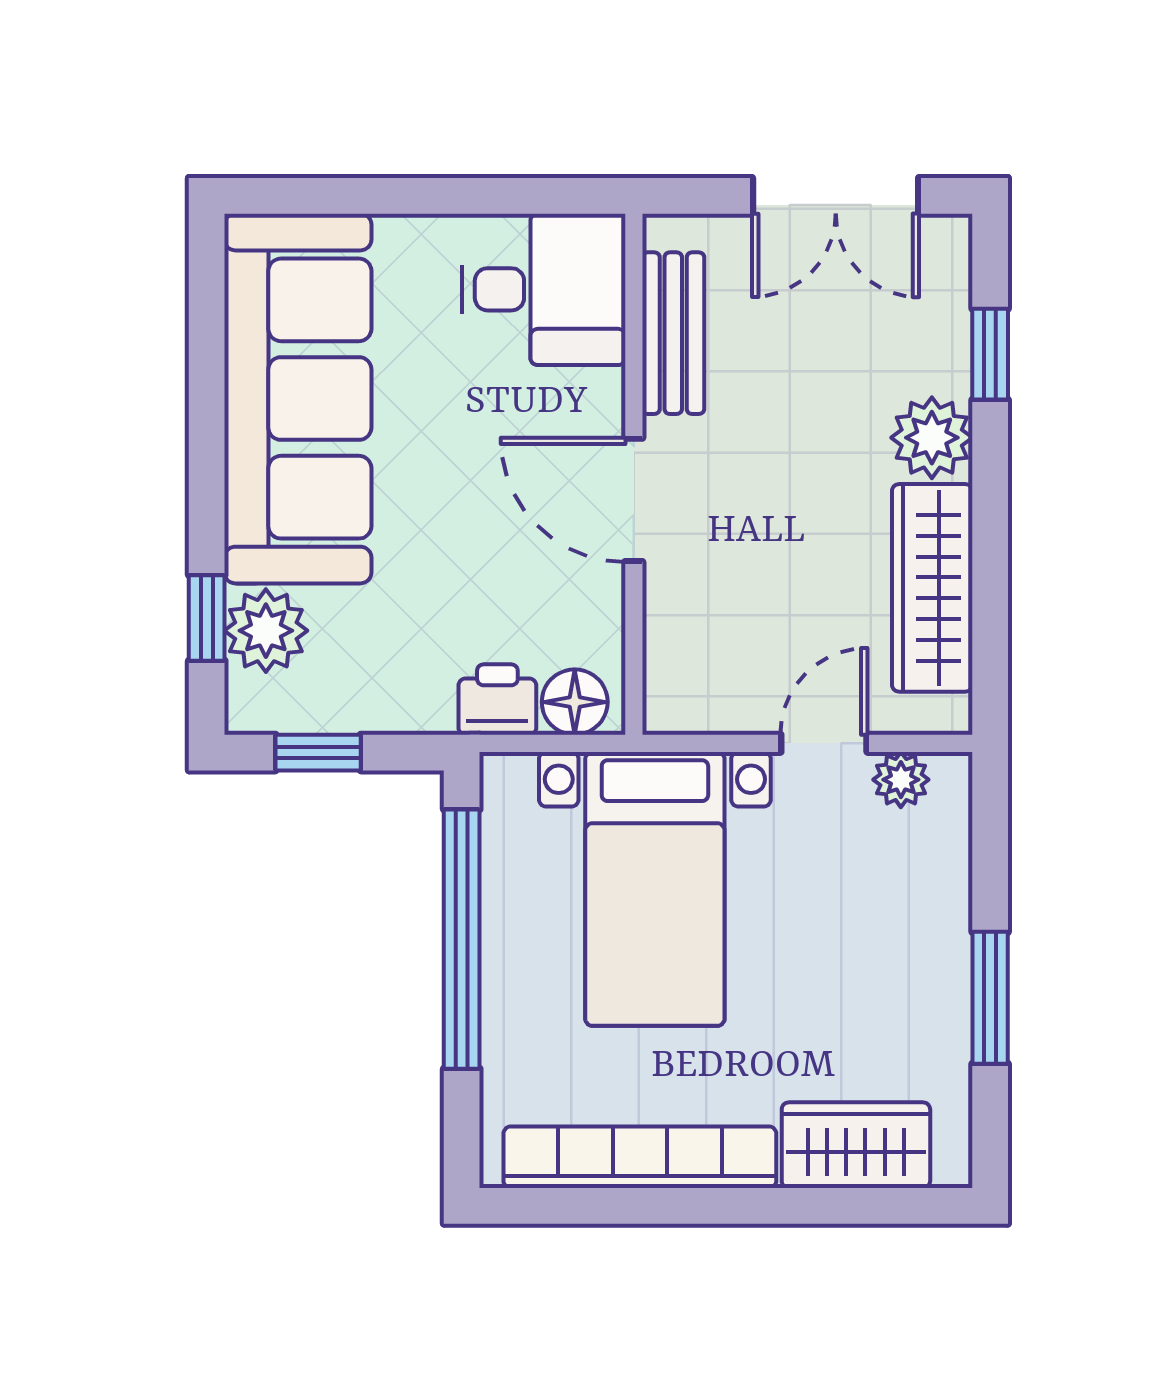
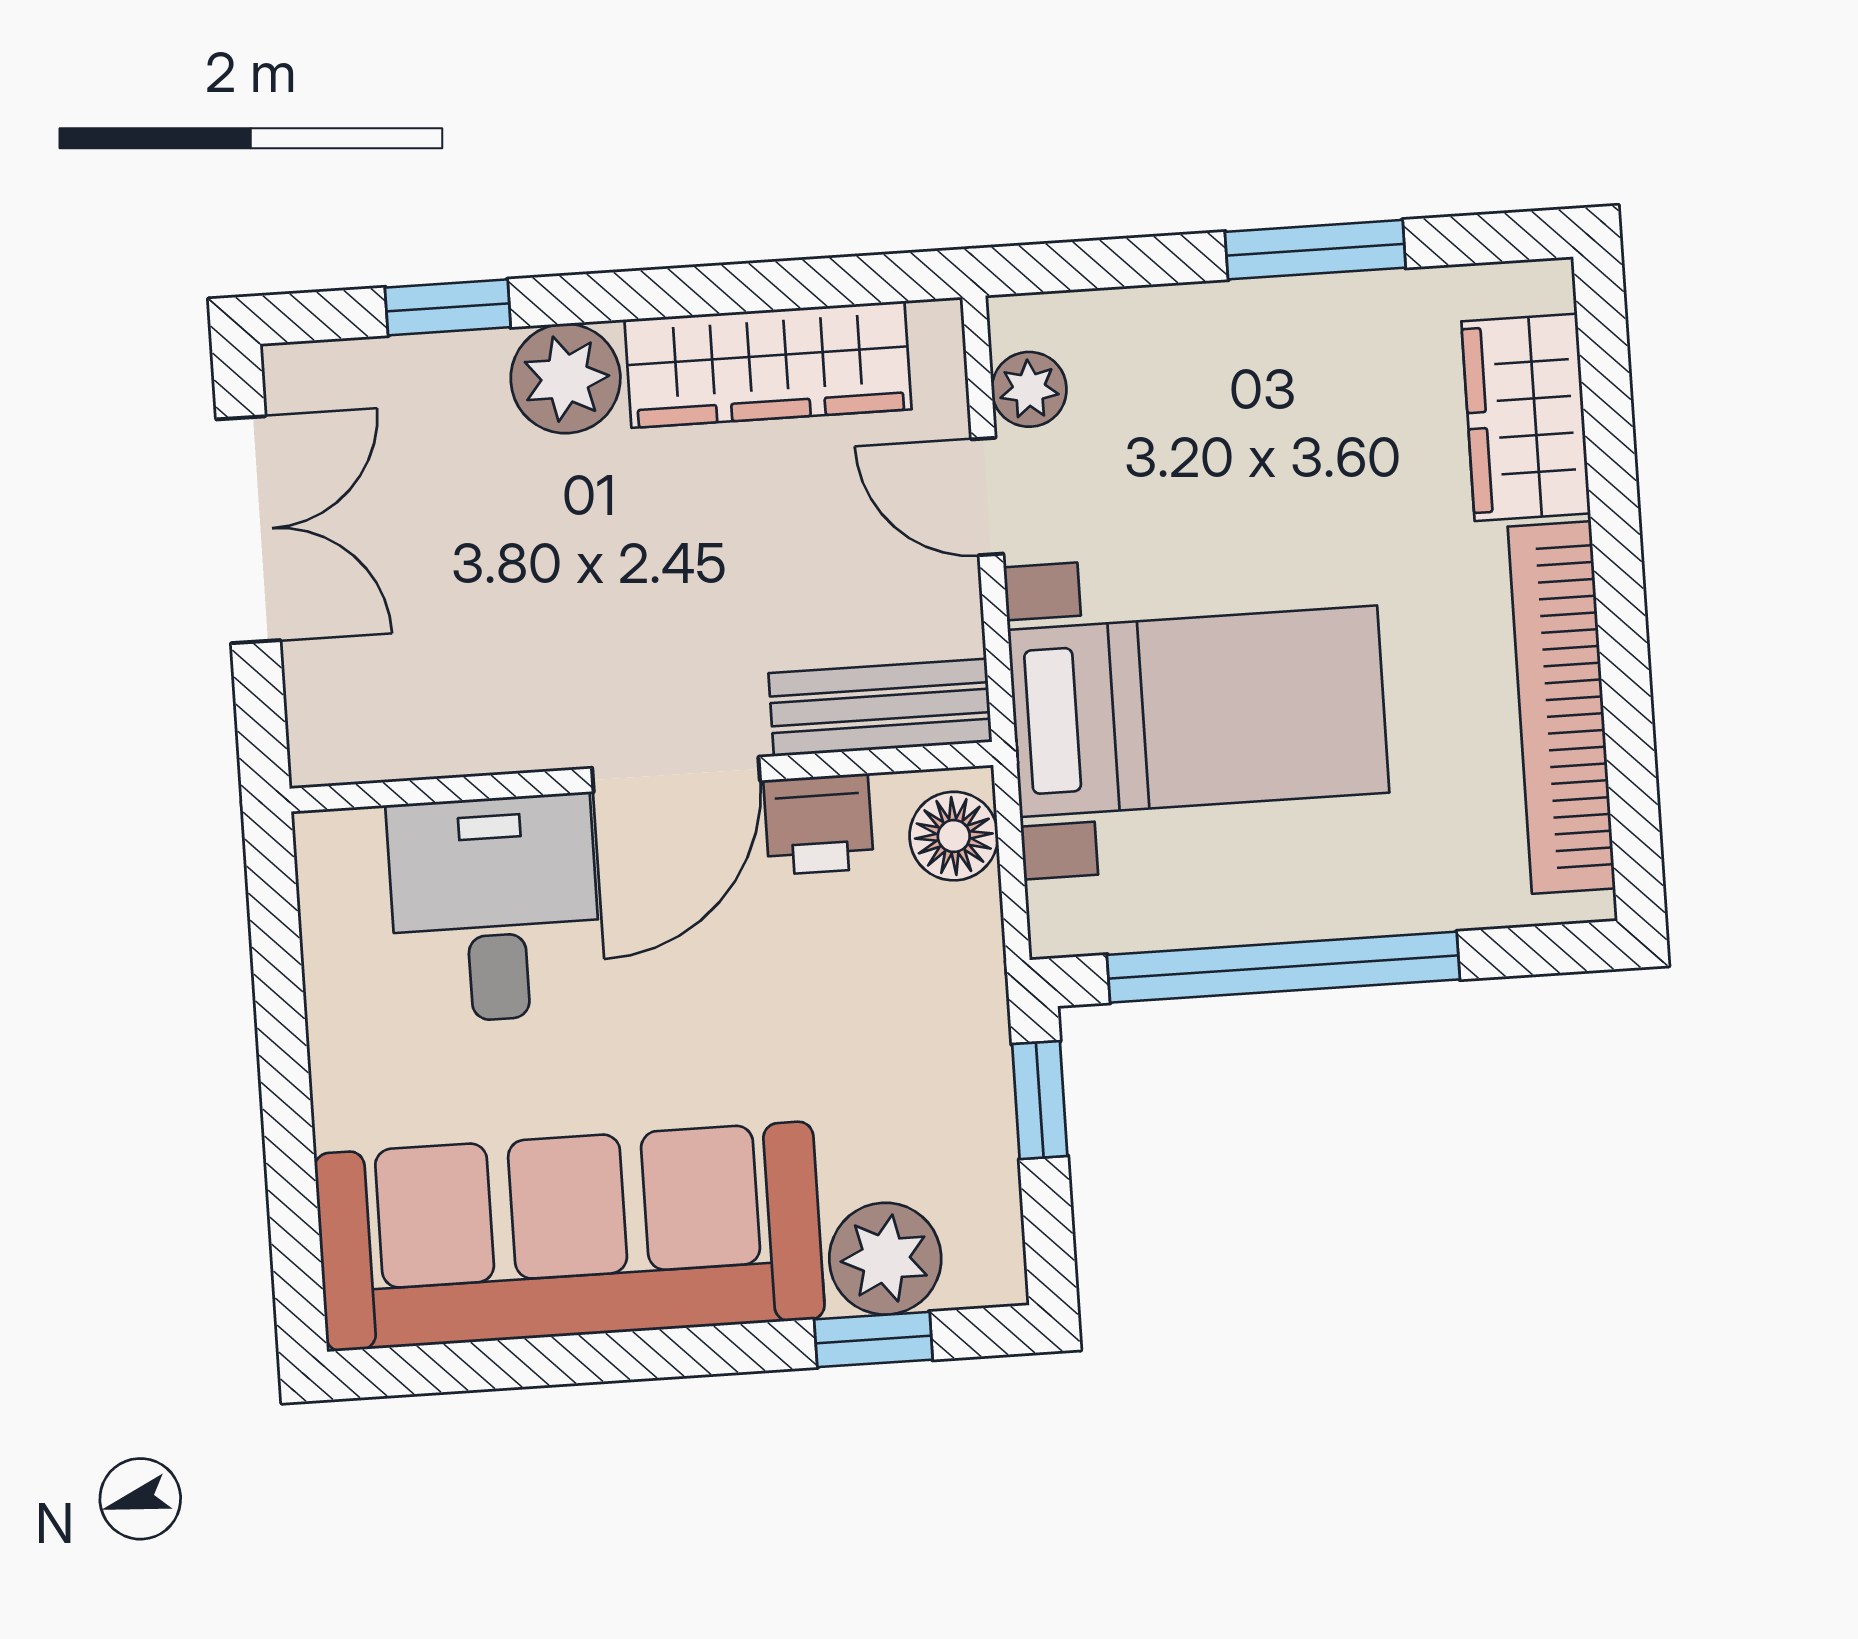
desk: (544, 289) -> (495, 909), moved
bench: (673, 333) -> (880, 708), moved
printer: (497, 700) -> (819, 824), moved, turned -90
window: (318, 753) -> (1040, 1100), moved

